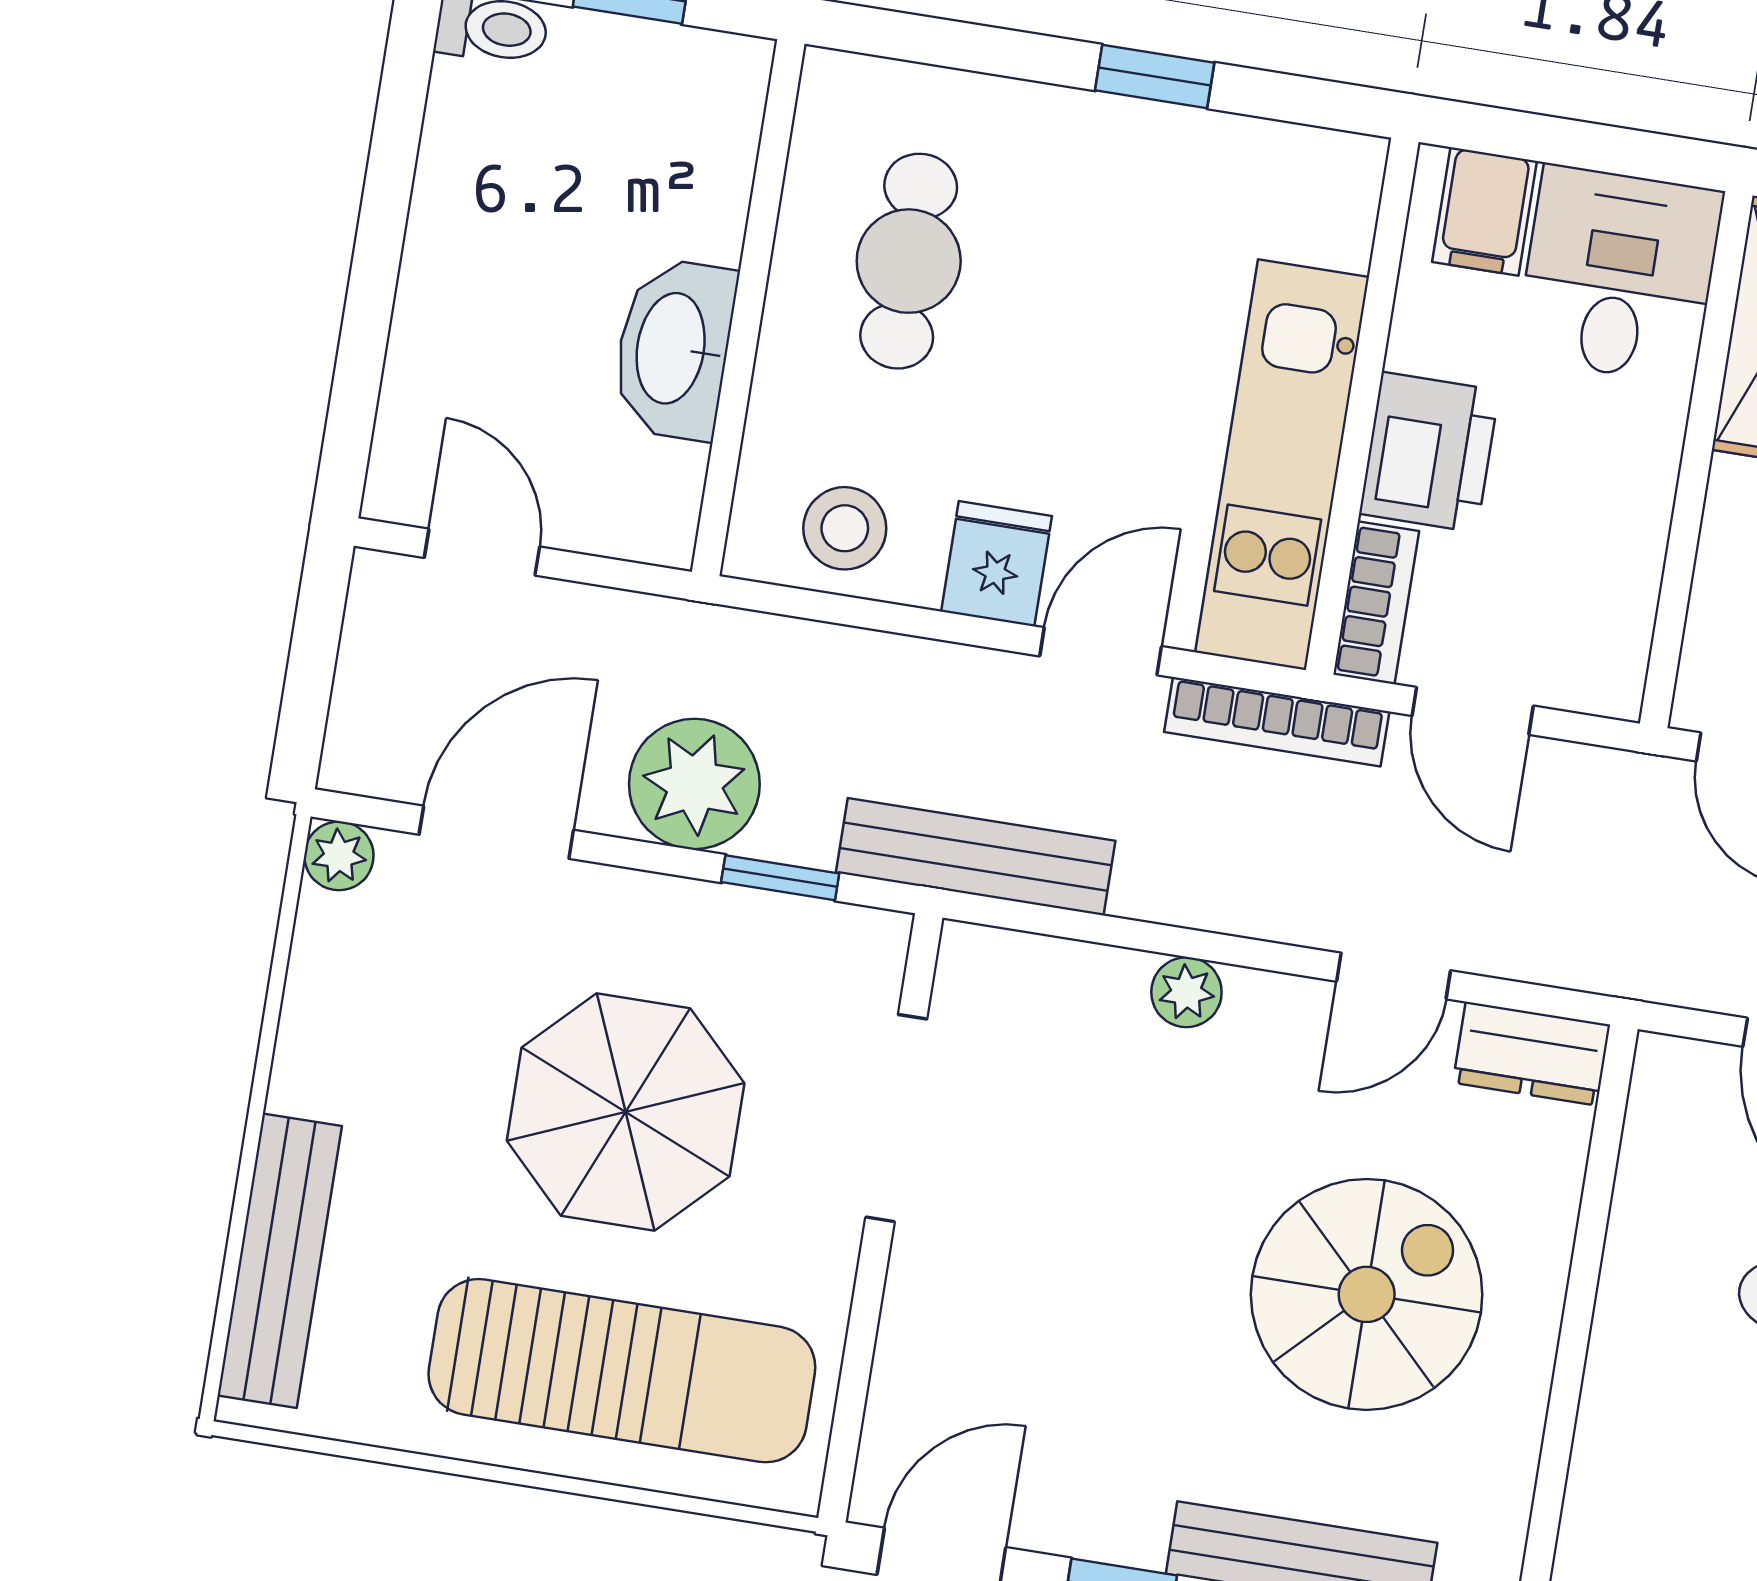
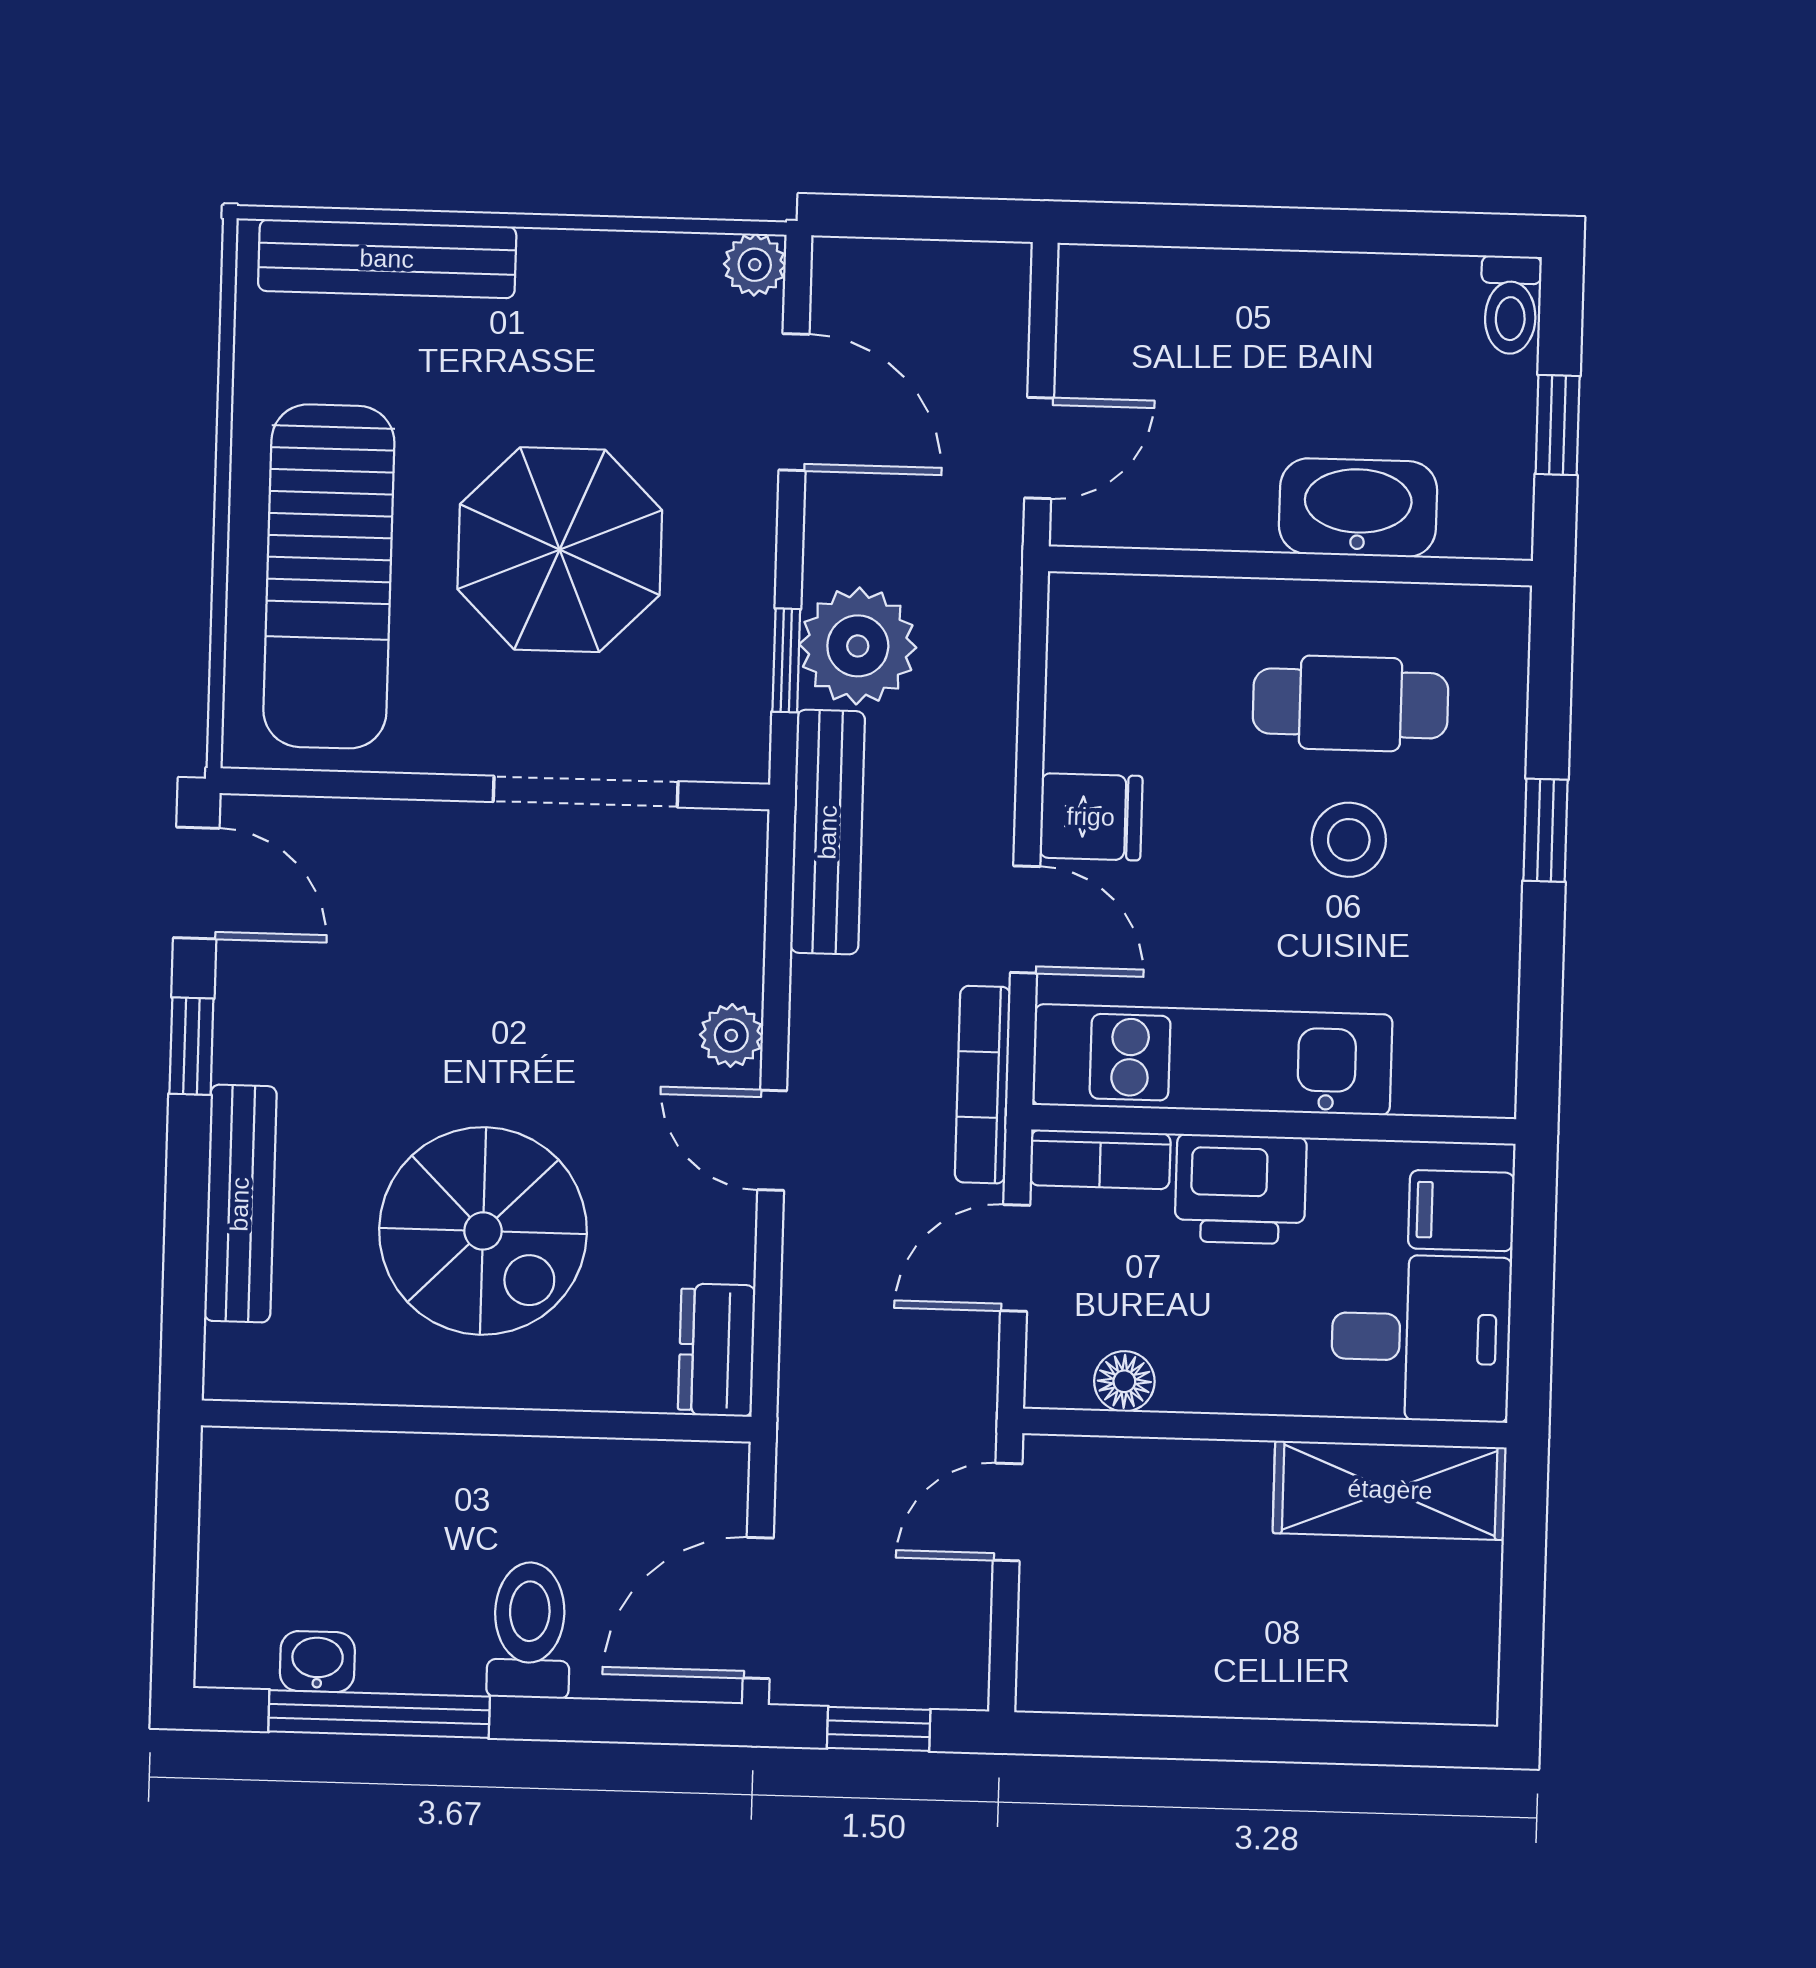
window: (1155, 77) -> (1545, 830), moved
washbasin: (674, 349) -> (1358, 508), moved
stool: (845, 528) -> (1349, 840), moved
door: (482, 552) -> (1039, 448), moved
floor lamp: (1625, 608) -> (1124, 1381), added
plant: (694, 784) -> (858, 646), moved
door: (1394, 976) -> (772, 1140), moved

